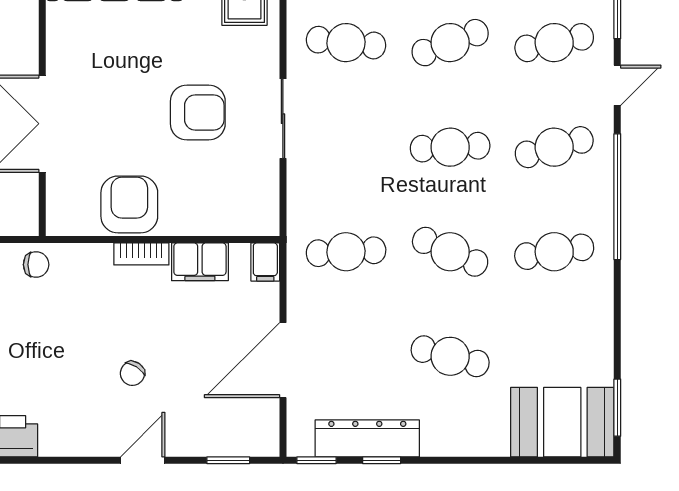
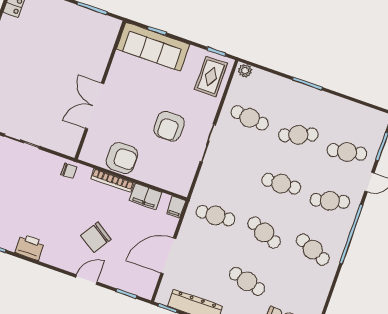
armchair: (198, 113) -> (169, 126), turned 90
armchair: (129, 204) -> (122, 158), turned 90
cafe table: (554, 252) -> (313, 250), turned 33
bookcase: (141, 254) -> (112, 181), width x1.56
chair: (132, 373) -> (96, 237), width x1.87, depth x1.87

